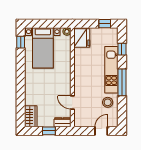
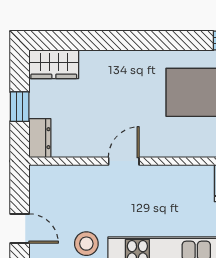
door: (72, 102) -> (124, 161), moved

